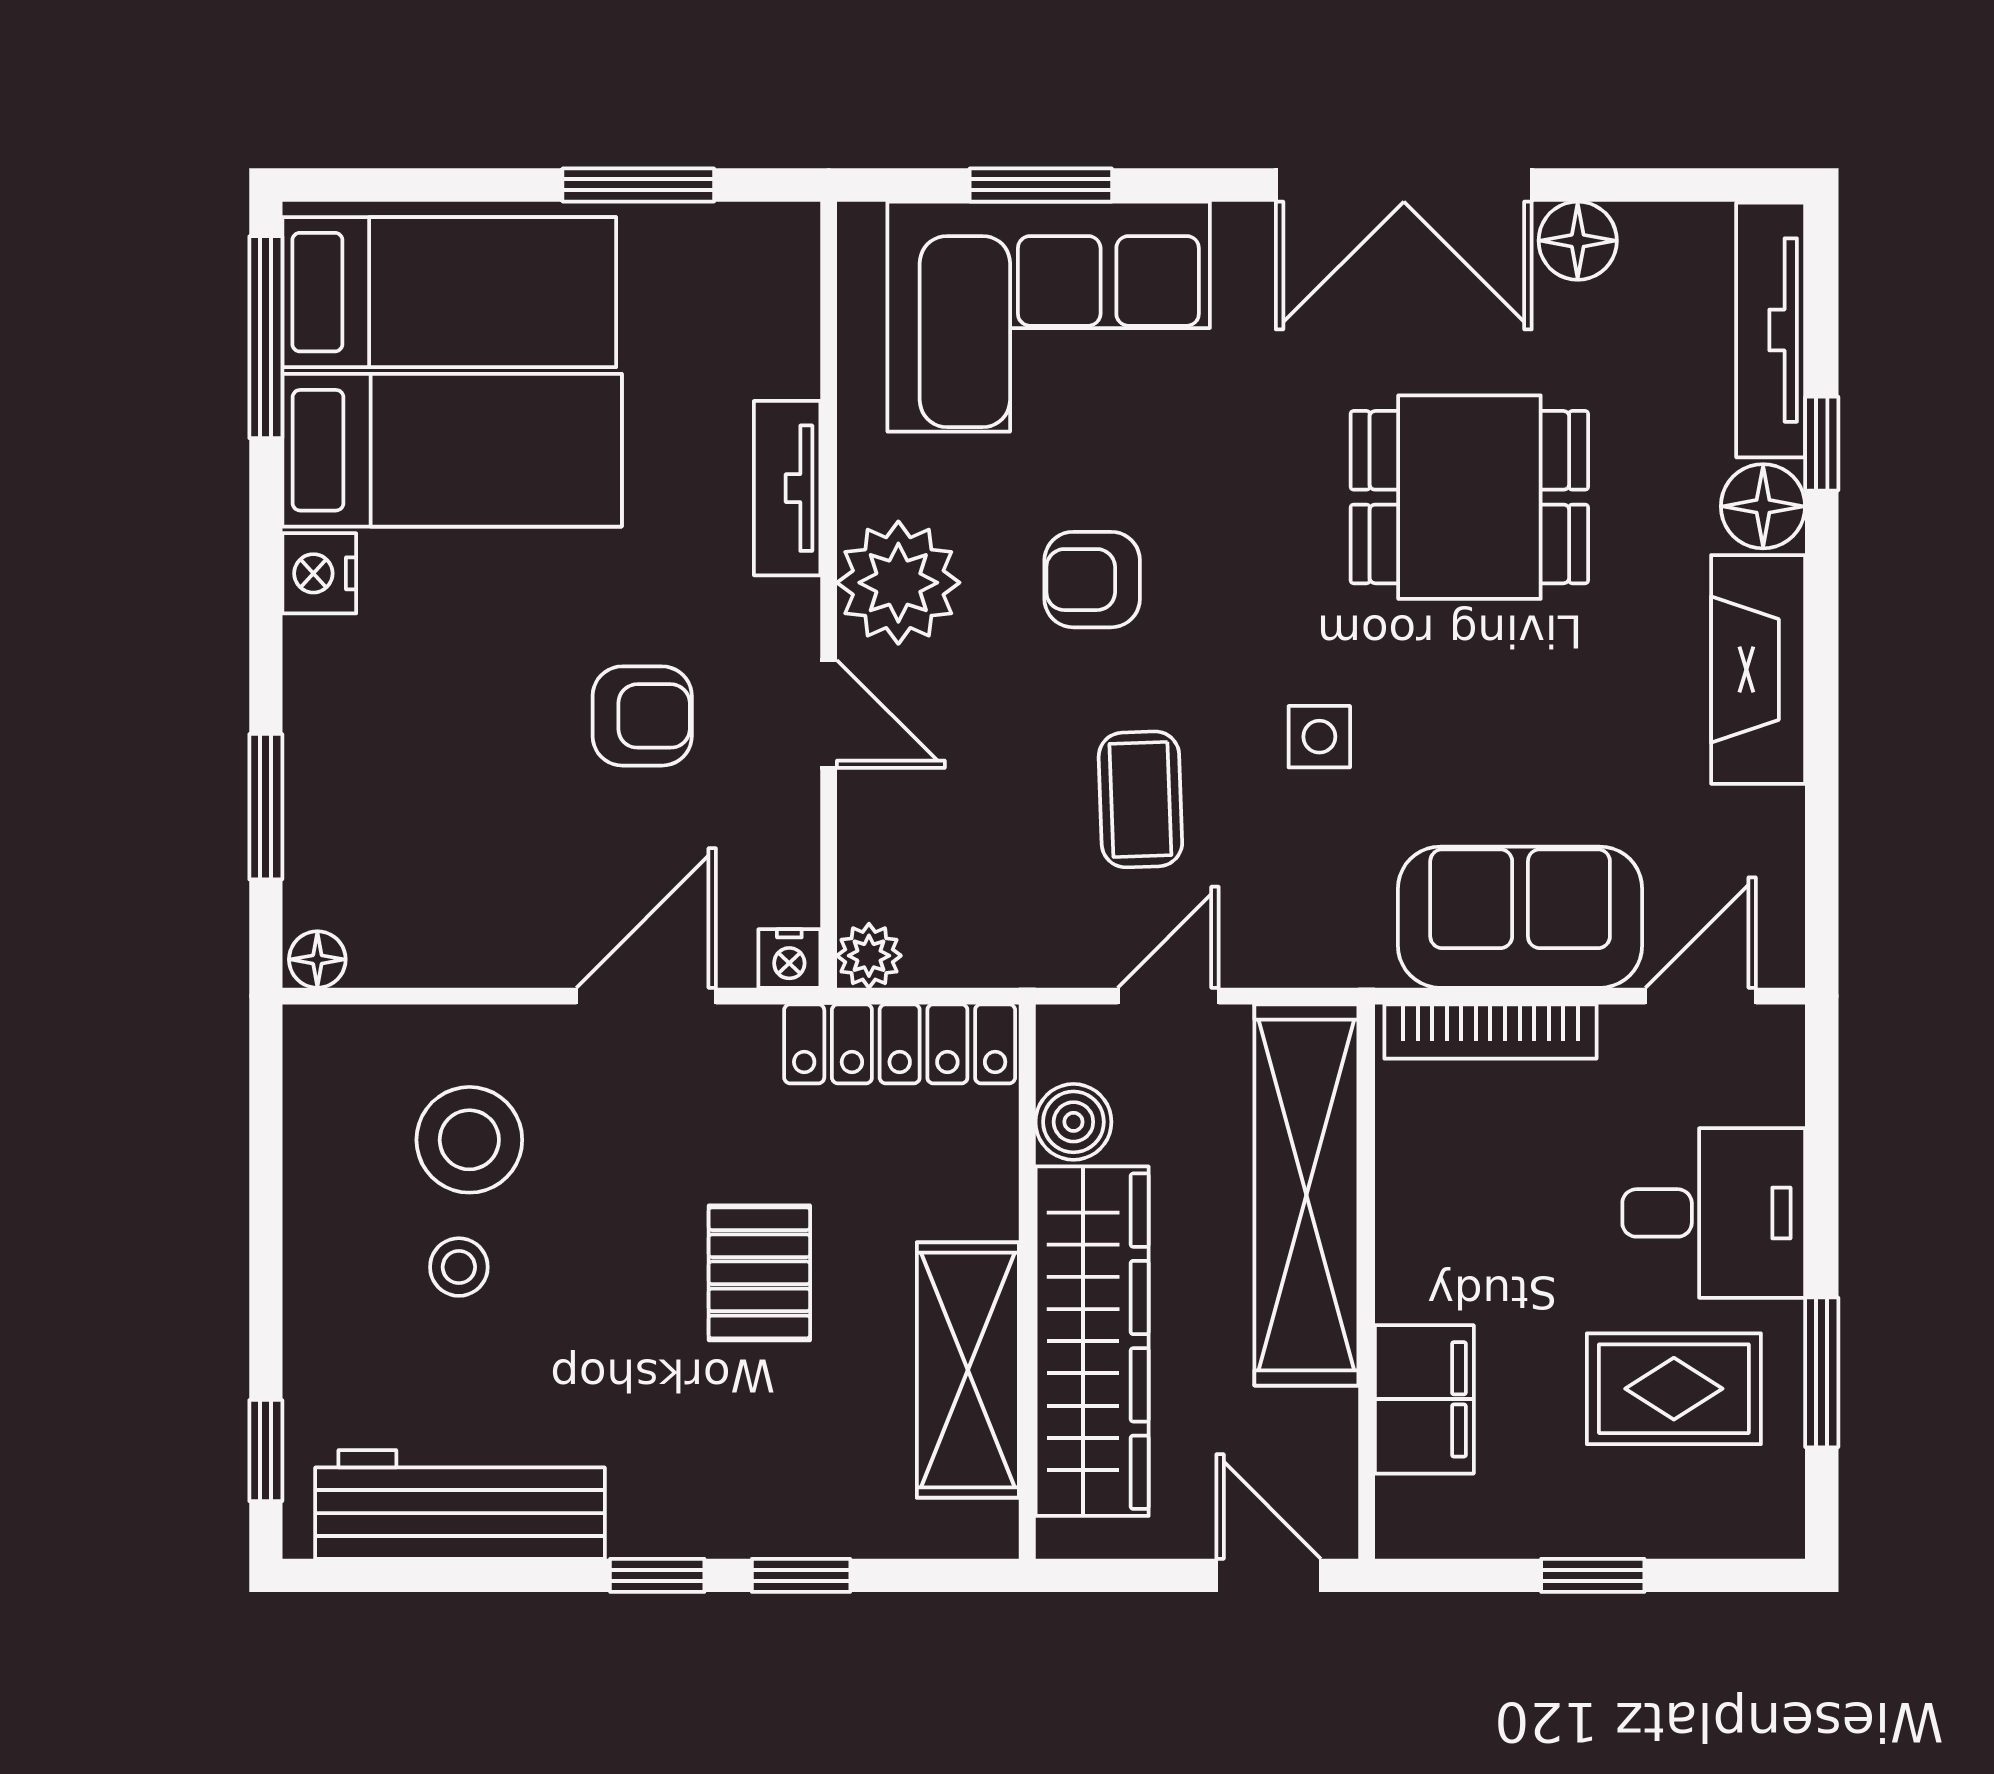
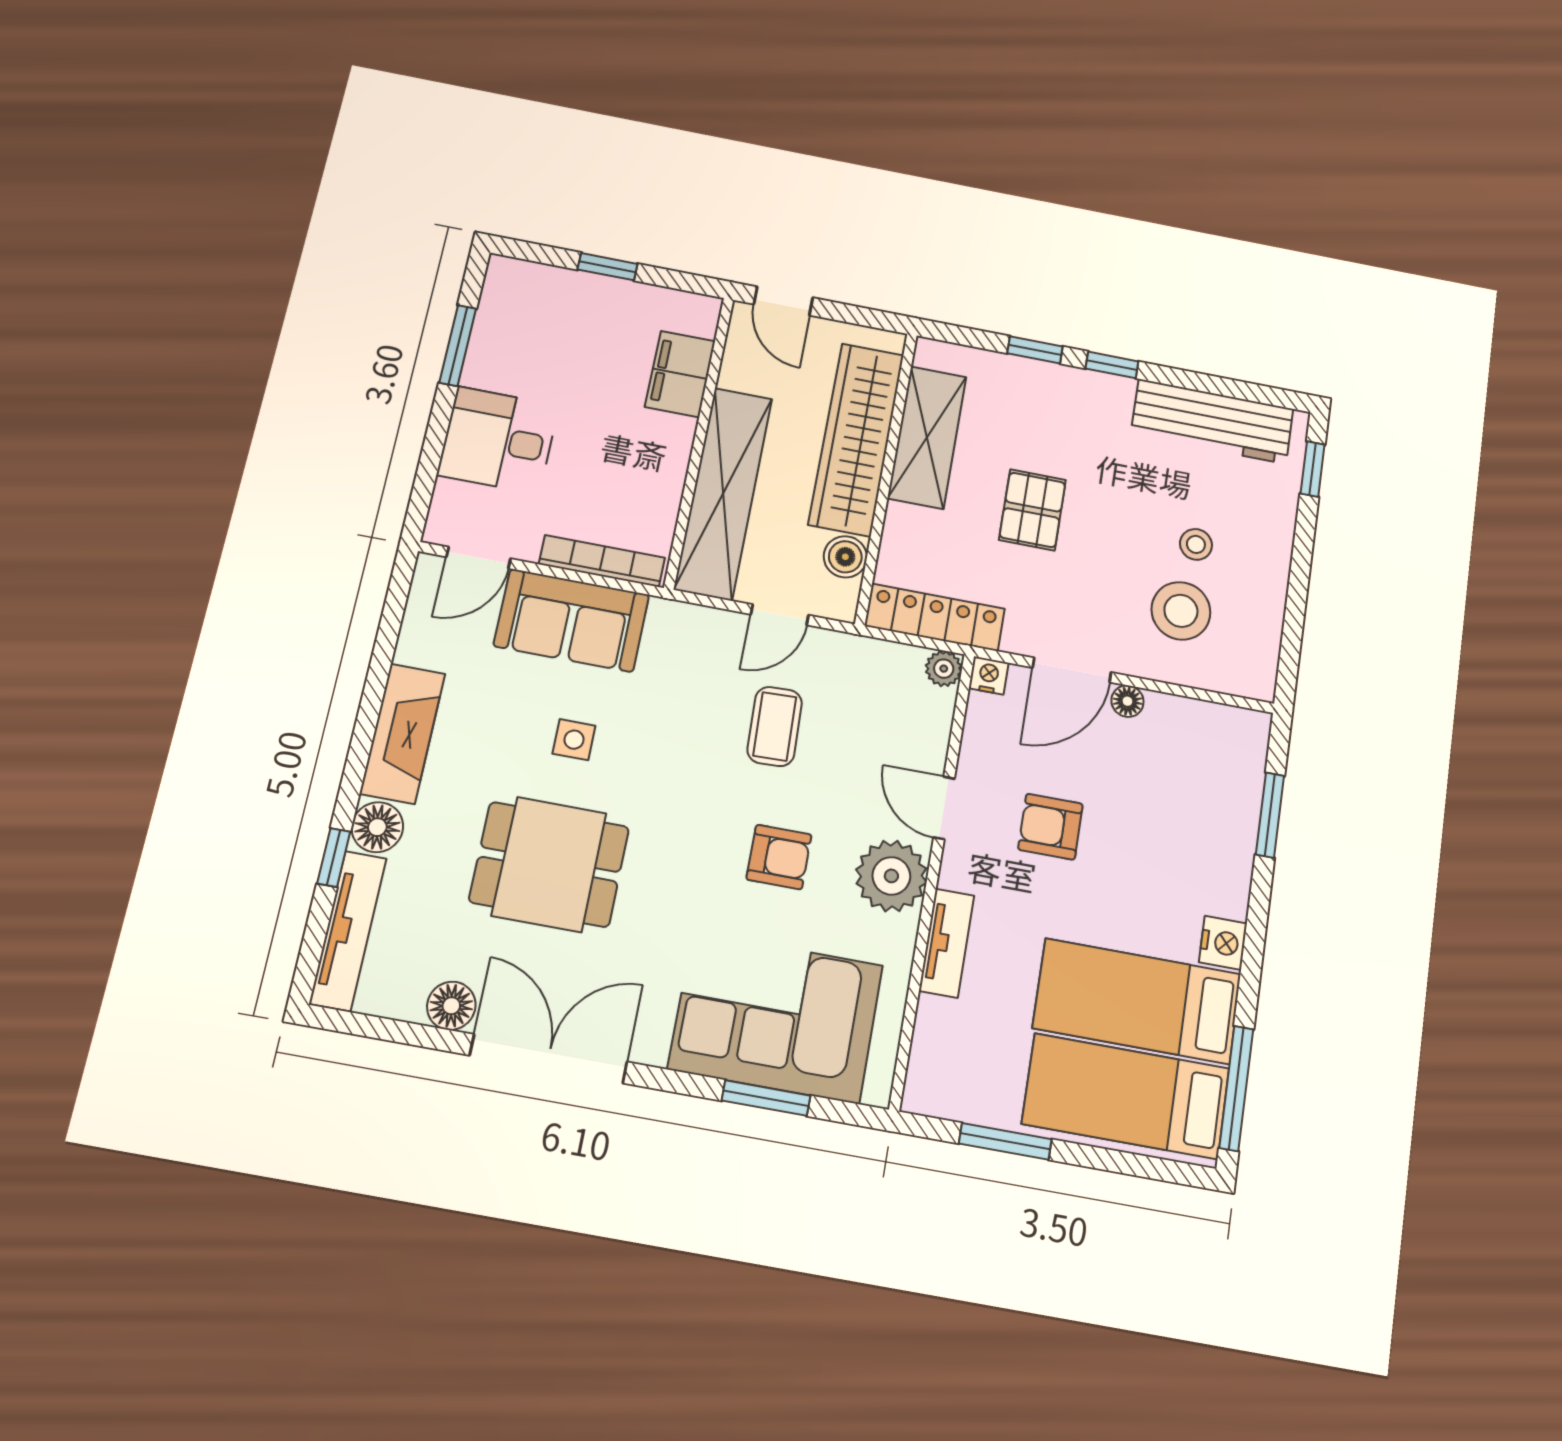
side table: (1319, 737) -> (574, 740), moved
floor lamp: (317, 959) -> (1127, 701), moved
rug: (1674, 1389) -> (542, 353), removed

